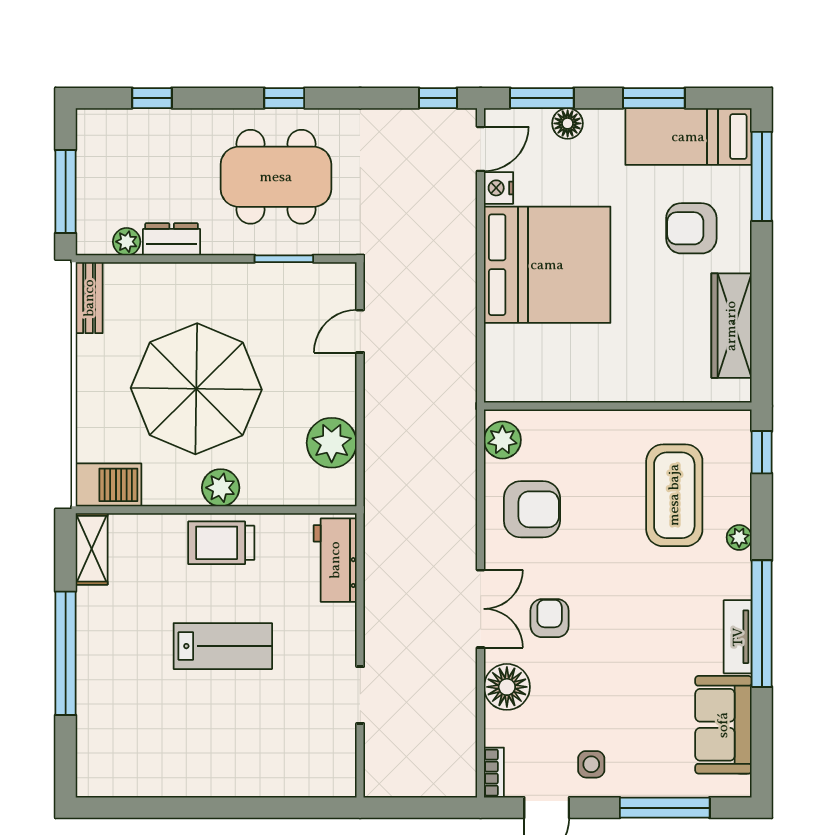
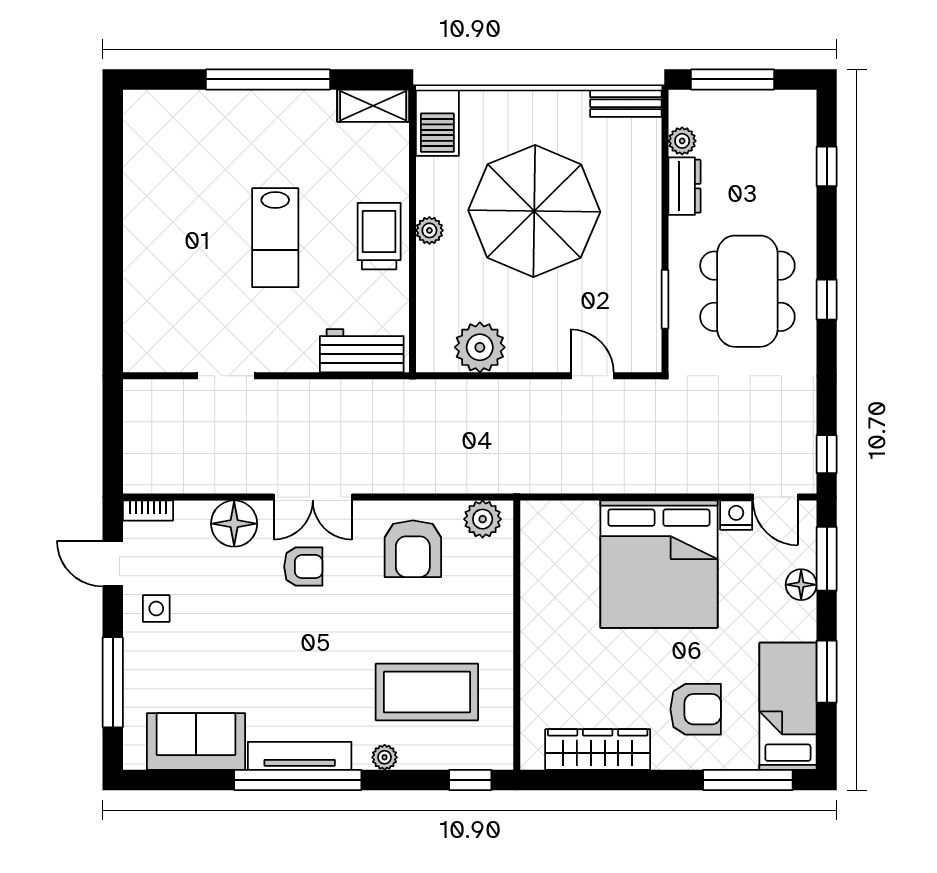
armchair: (691, 228) -> (696, 709), turned 90
plant: (221, 488) -> (429, 230), width x0.73, depth x0.73
tv unit: (738, 637) -> (300, 756), width x1.41

